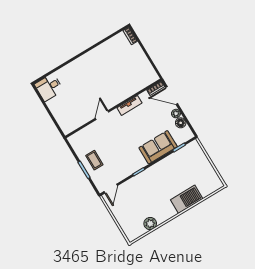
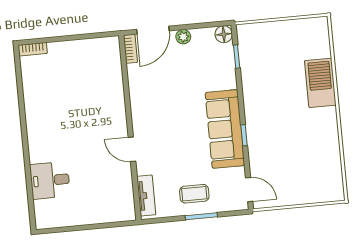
desk: (49, 87) -> (50, 180), moved, turned 90
tv unit: (130, 105) -> (146, 196), moved
floor lamp: (181, 123) -> (224, 34), moved
sofa: (158, 147) -> (225, 129), moved, width x1.36
plant: (150, 224) -> (330, 155), removed

